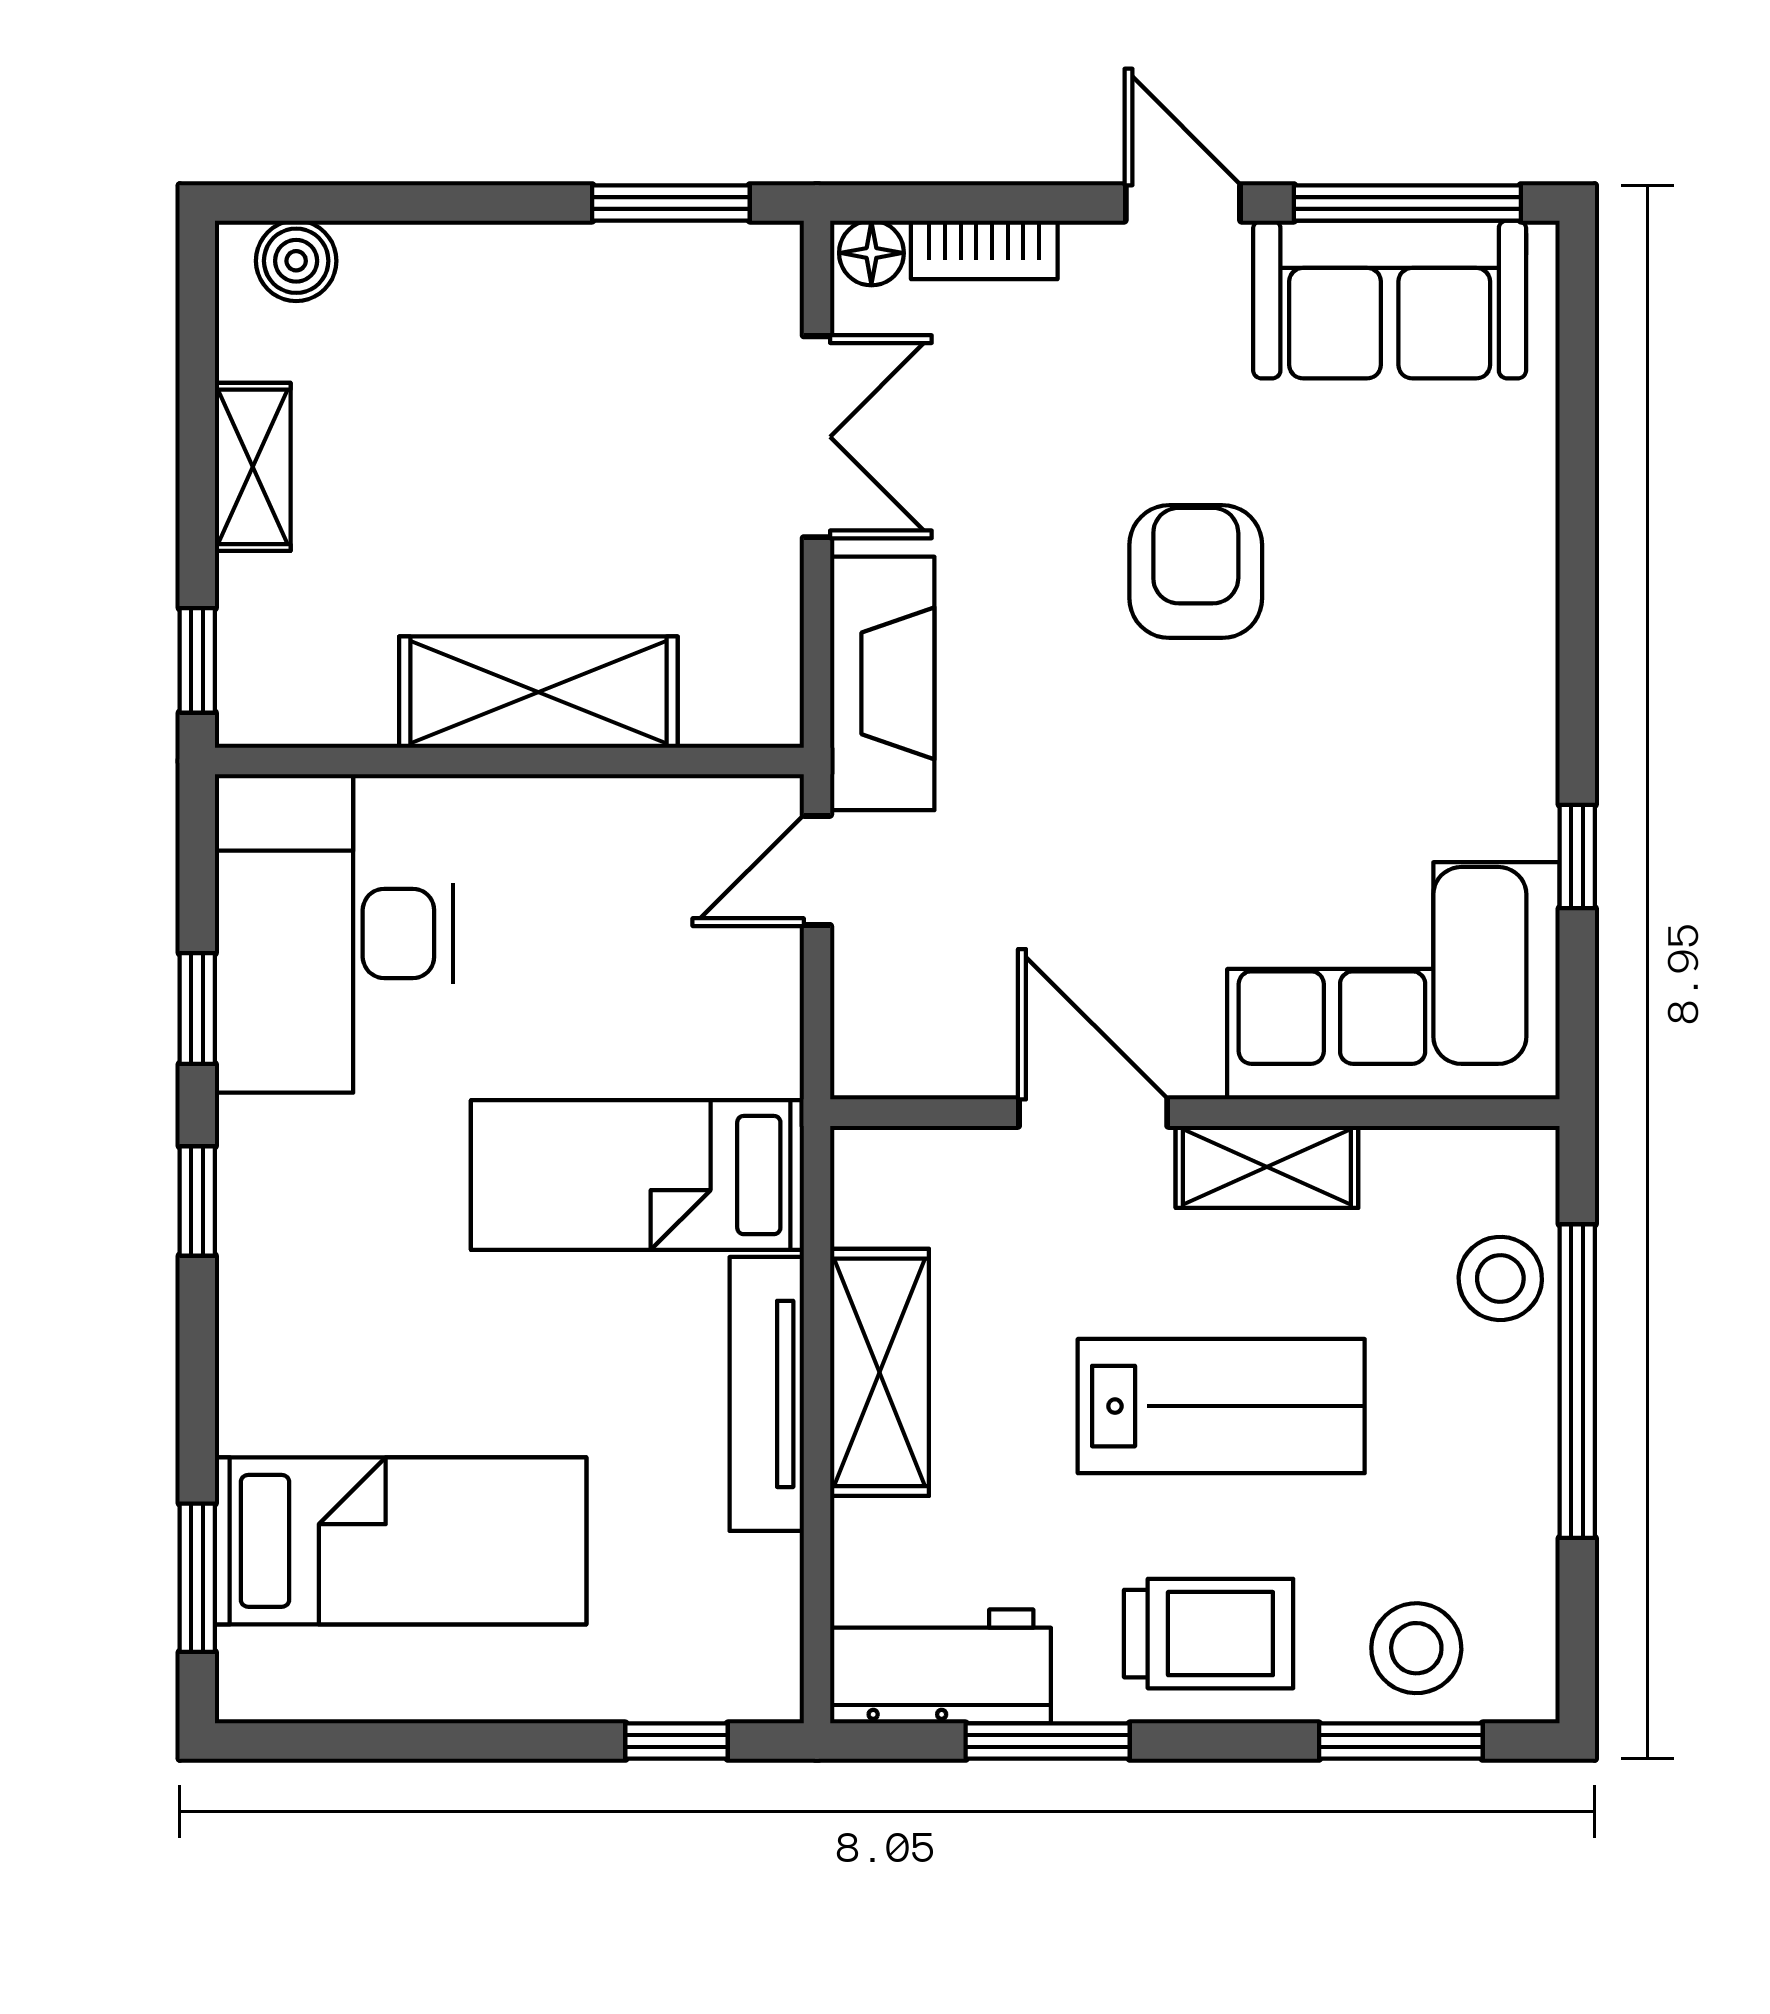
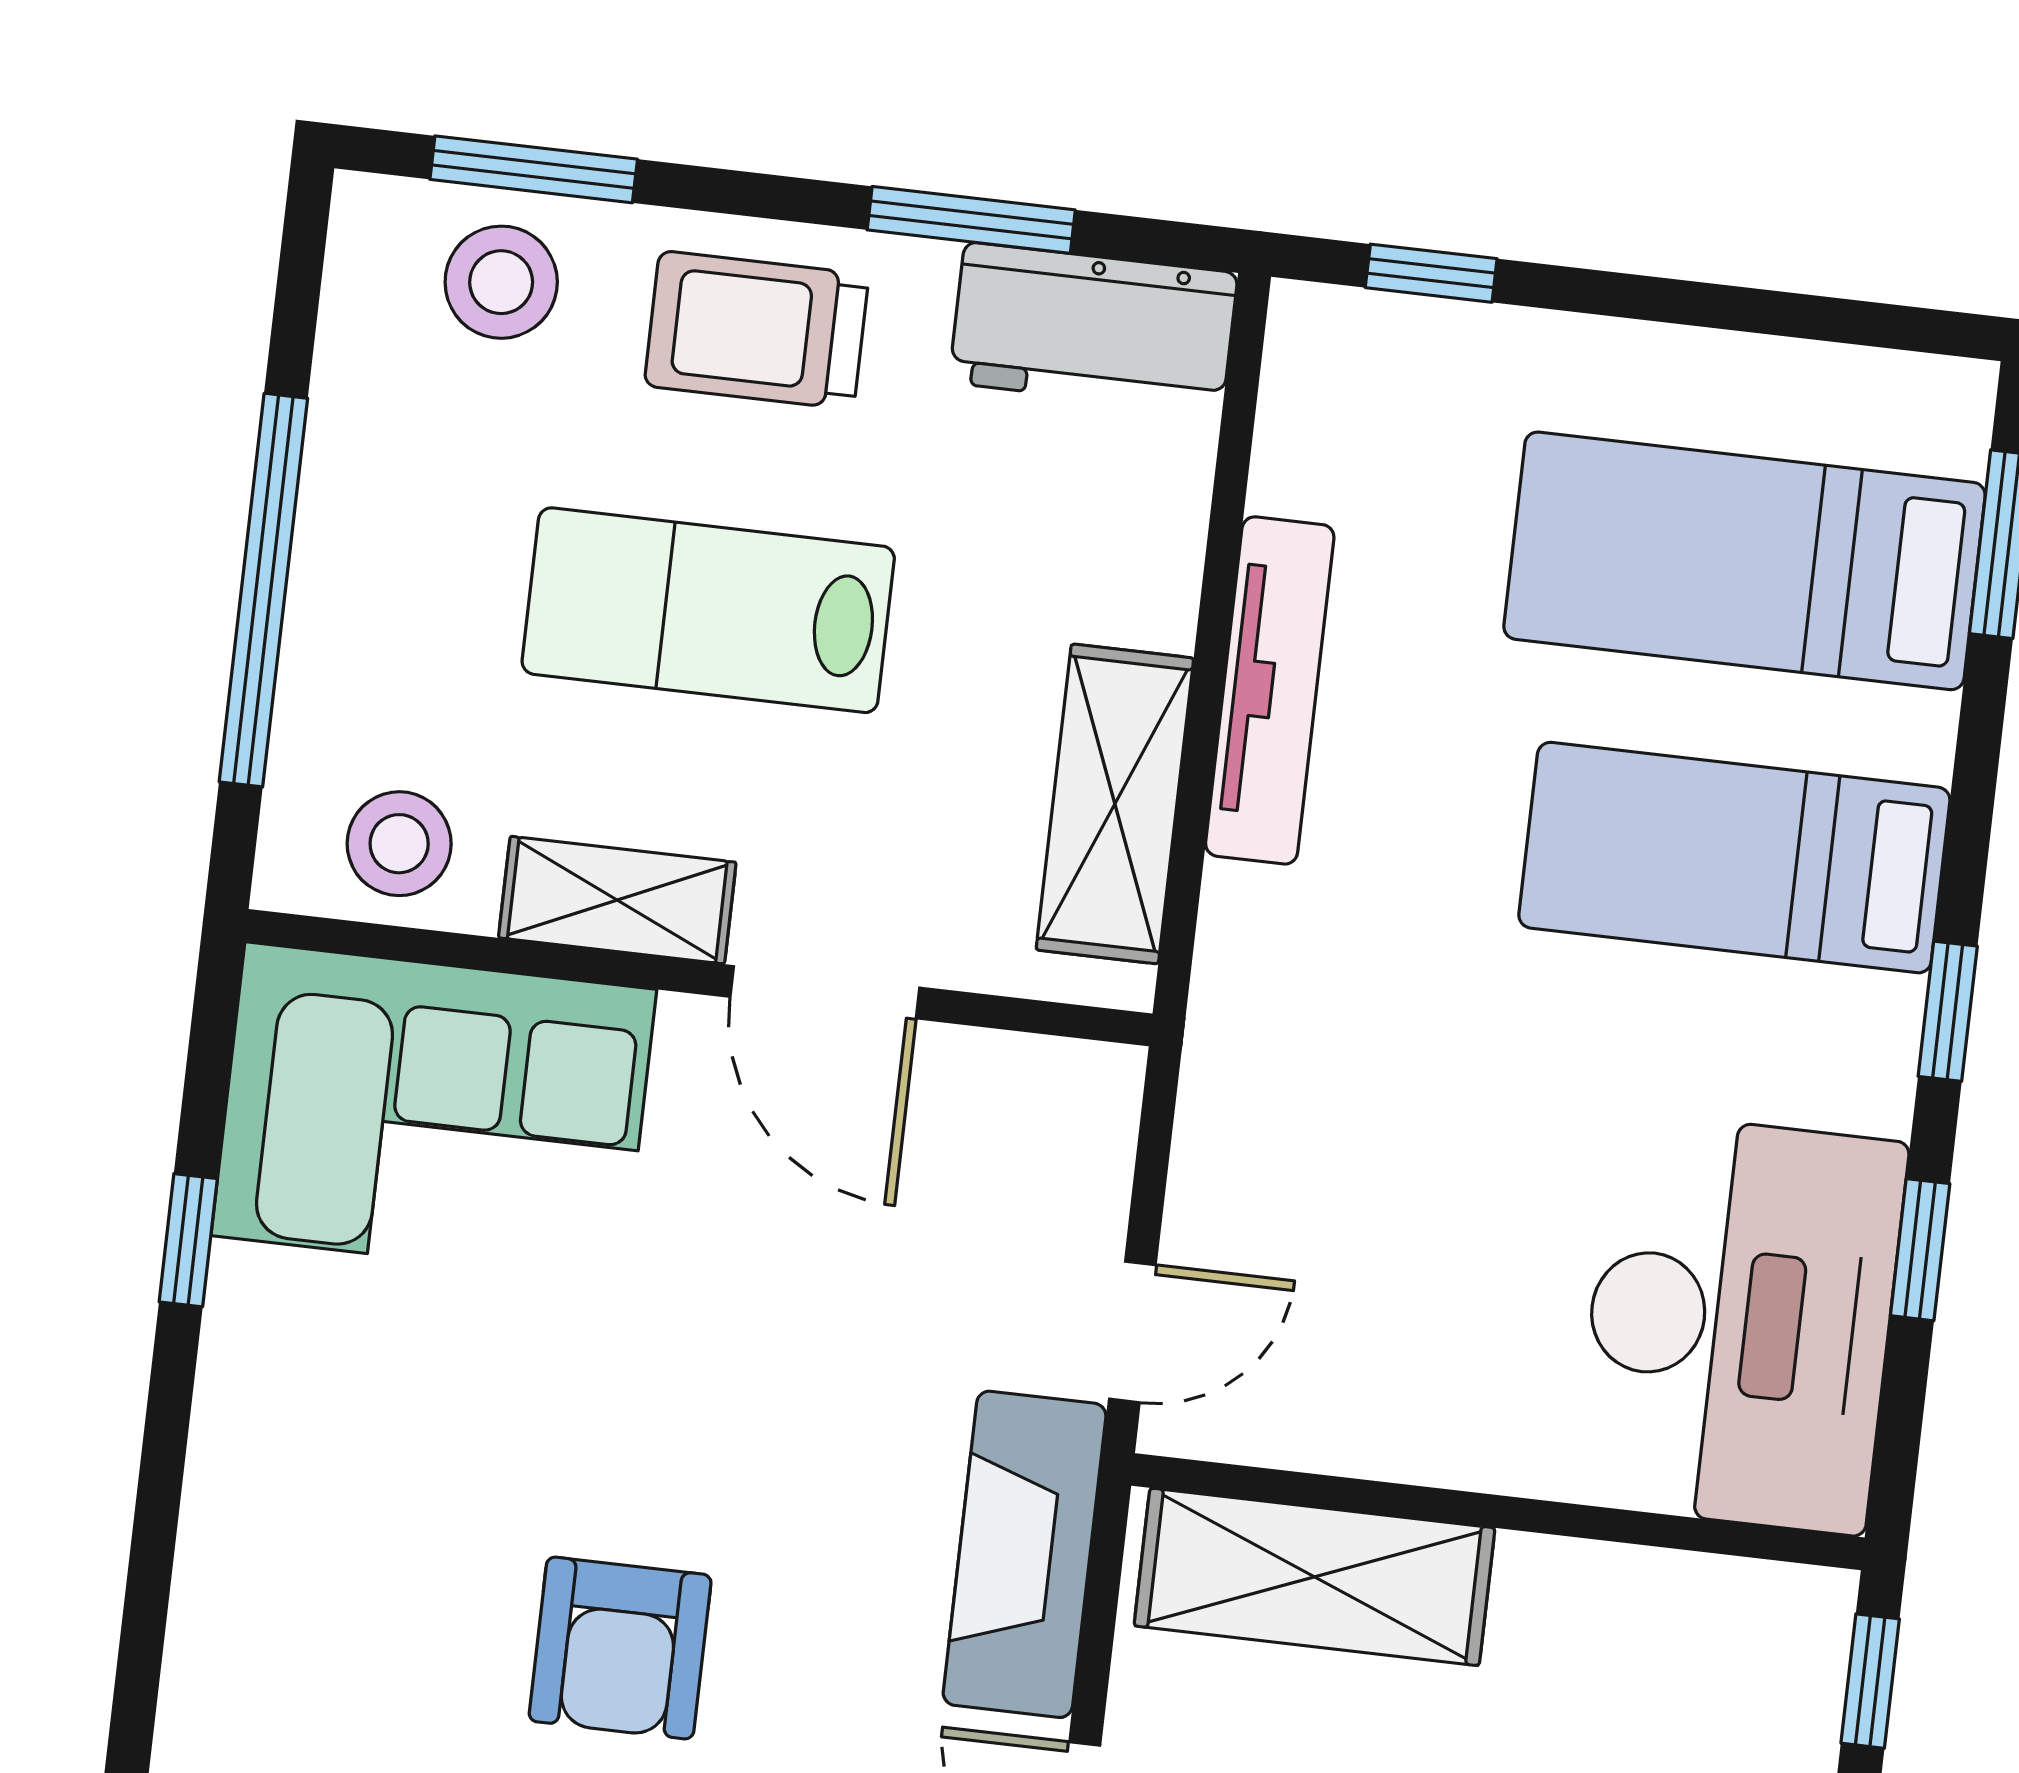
shelving: (538, 692) -> (1315, 1577), moved
bed: (637, 1175) -> (1734, 858), moved, turned 180
stool: (1500, 1278) -> (399, 844), moved
shelving: (880, 1372) -> (1115, 804), moved

